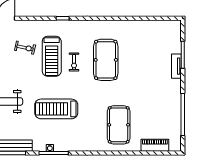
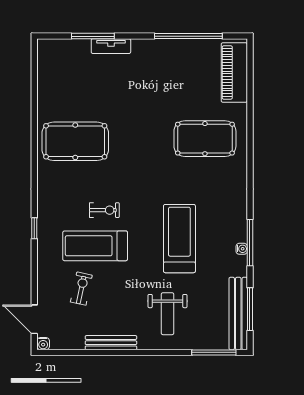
treadmill: (52, 56) -> (95, 246), turned 180
pool table: (106, 60) -> (75, 141), moved
treadmill: (56, 109) -> (179, 239), turned 180
piano: (155, 145) -> (234, 73), width x1.37, depth x1.33

